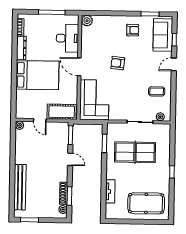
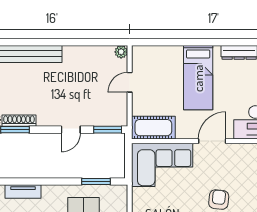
bed: (37, 75) -> (198, 78), width x0.67
cot: (62, 112) -> (153, 128), moved, turned 90

